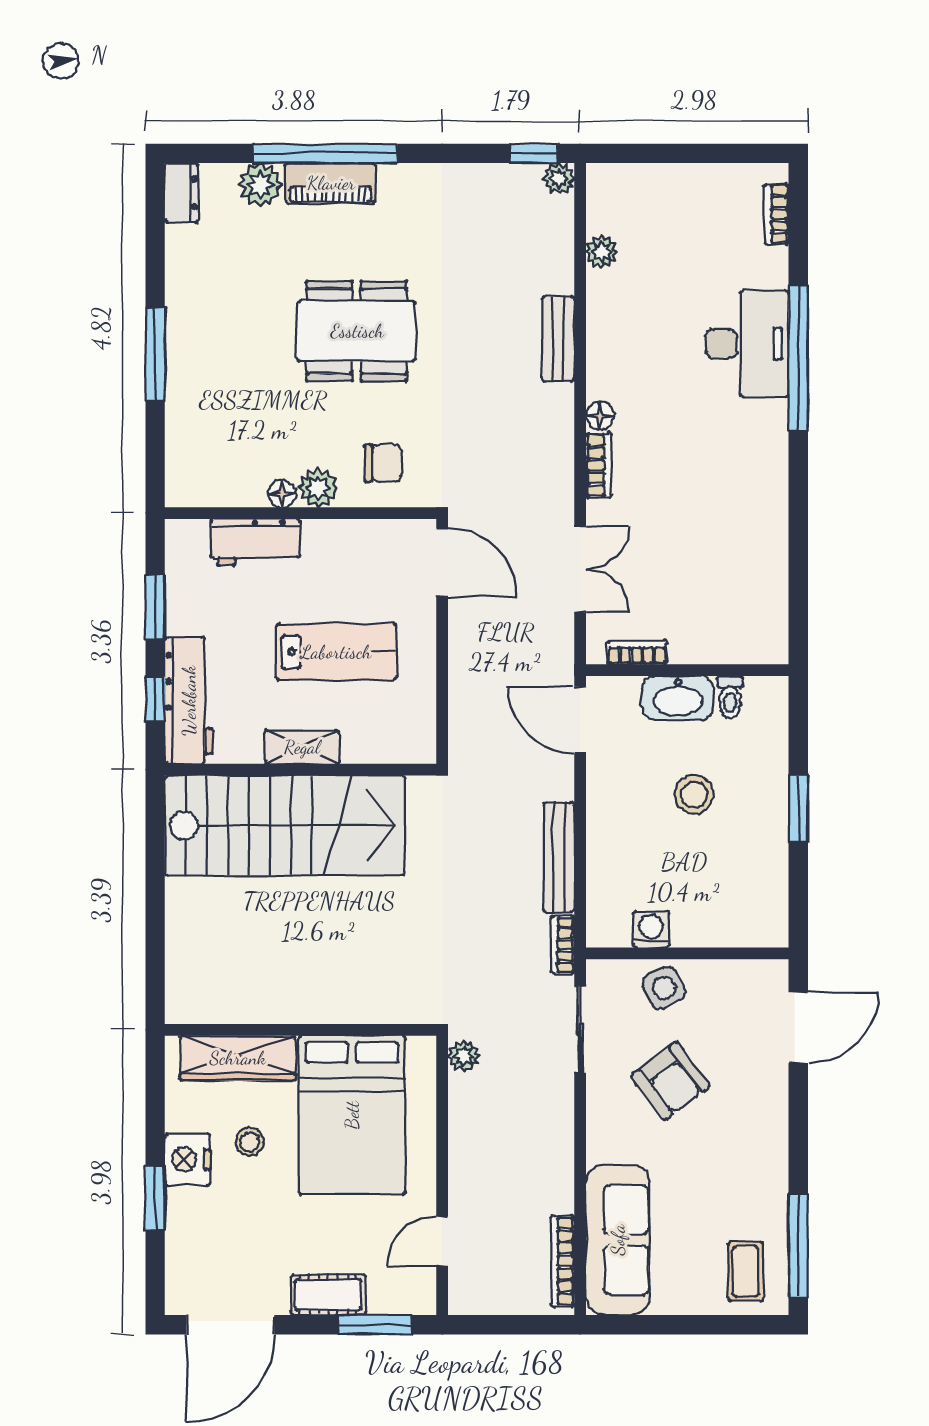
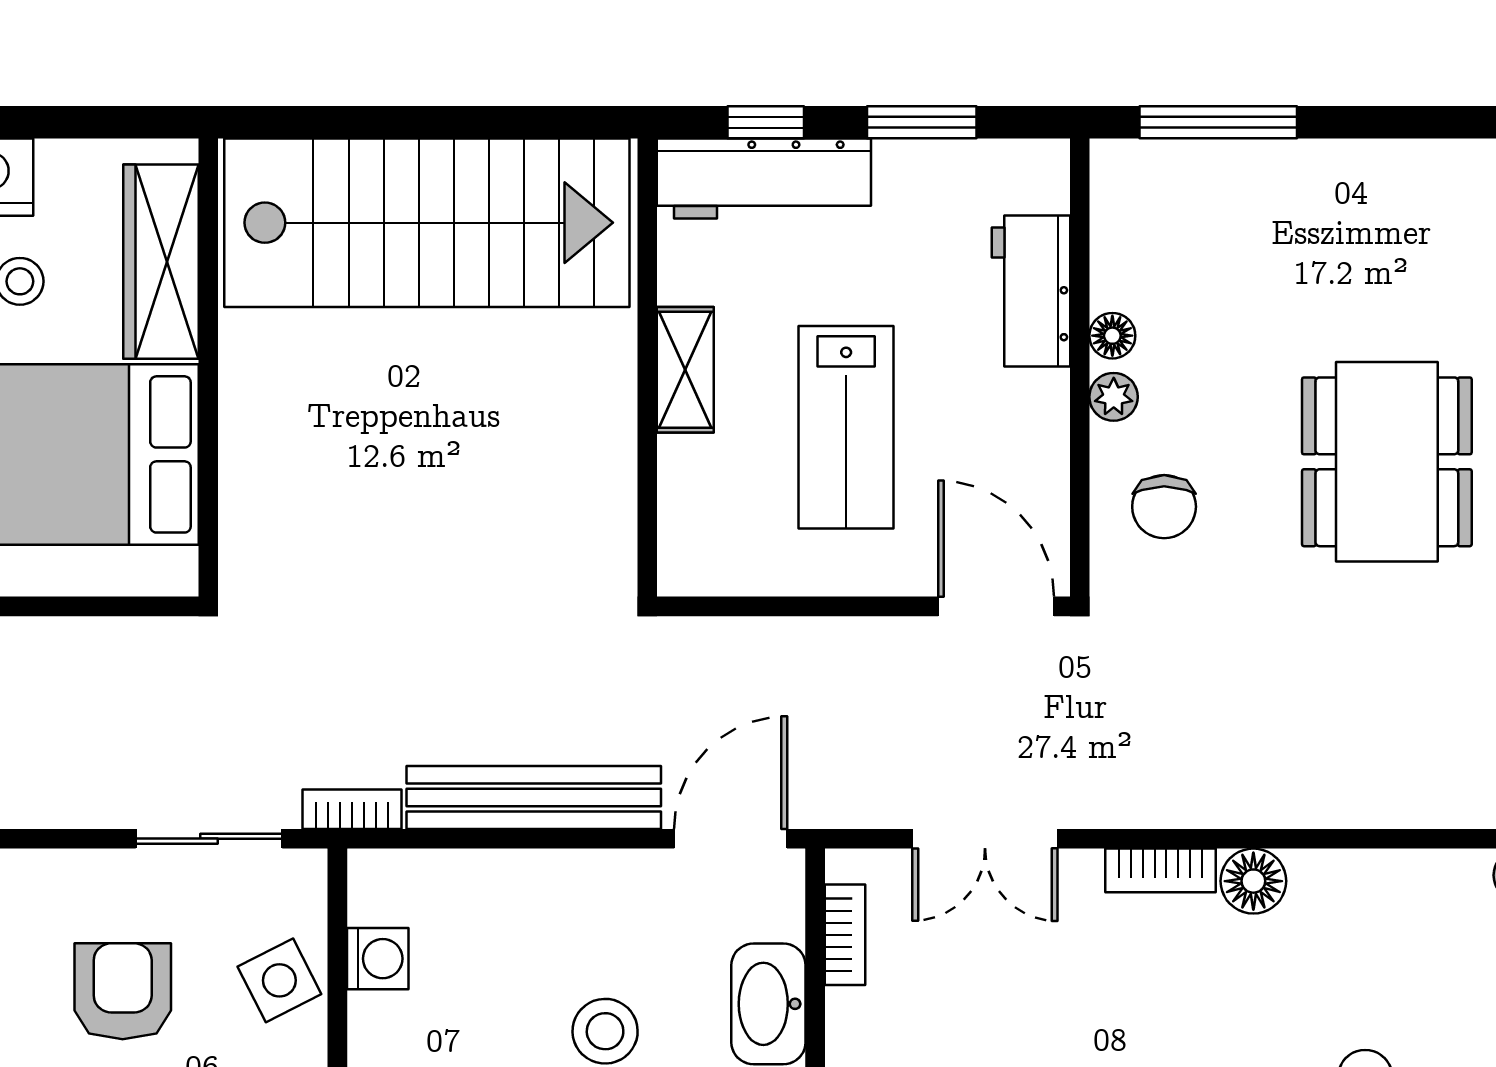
bench: (558, 339) -> (1374, 802), removed
window: (155, 354) -> (1218, 122), moved
floor lamp: (600, 415) -> (1253, 881), width x1.37, depth x1.37
plant: (318, 488) -> (1114, 397), width x0.73, depth x0.73
door: (442, 563) -> (996, 606), swing flipped
stairs: (285, 825) -> (427, 223), moved, turned -90
bench: (559, 857) -> (534, 797), width x1.37, depth x1.21
plant: (464, 1056) -> (164, 642), removed
armchair: (671, 1081) -> (123, 991), turned 127

